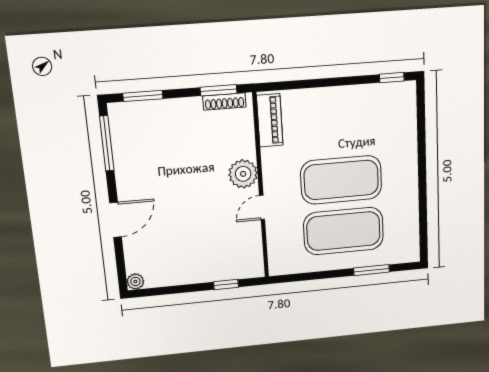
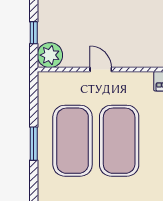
plant: (243, 174) -> (50, 55), moved
window: (371, 270) -> (34, 144), moved

